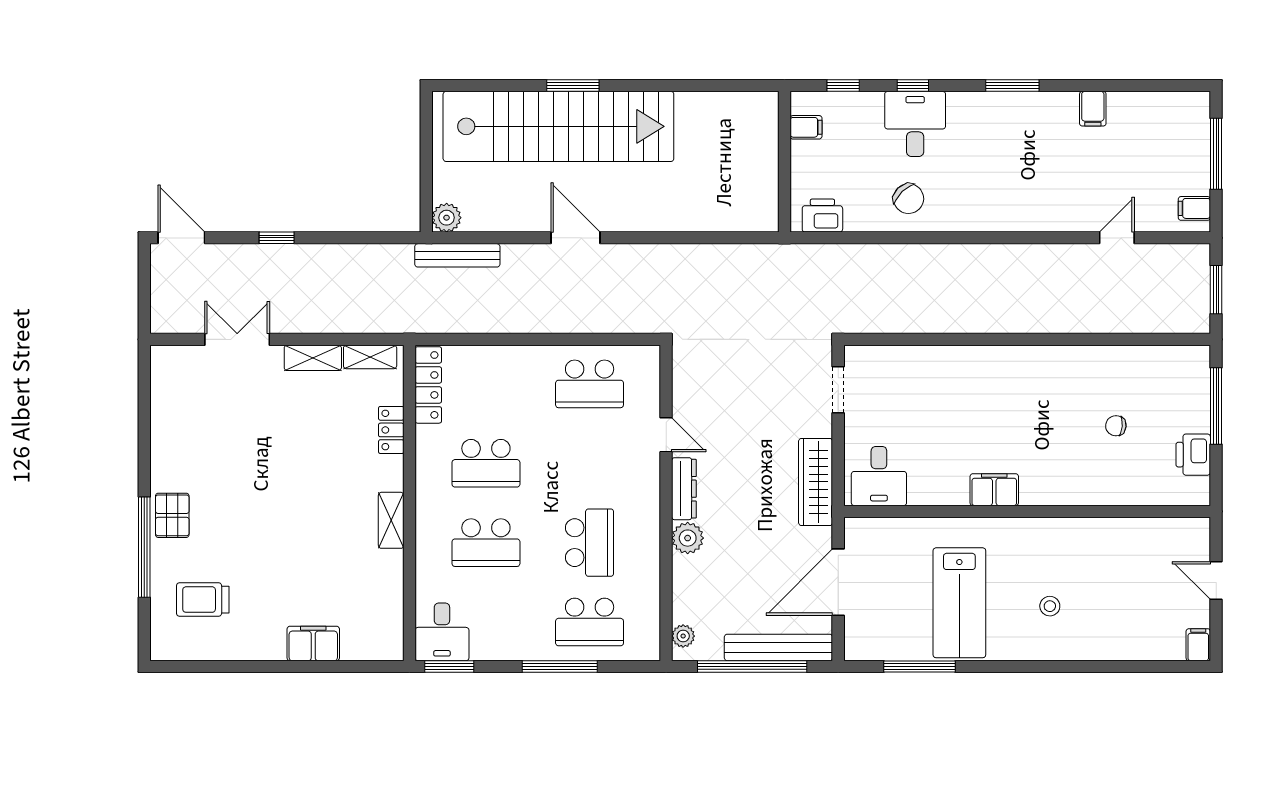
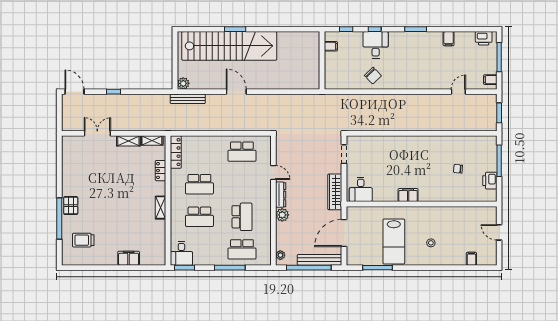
printer: (822, 216) -> (484, 38), moved, turned 180
filing cabinet: (1198, 645) -> (471, 259), moved

